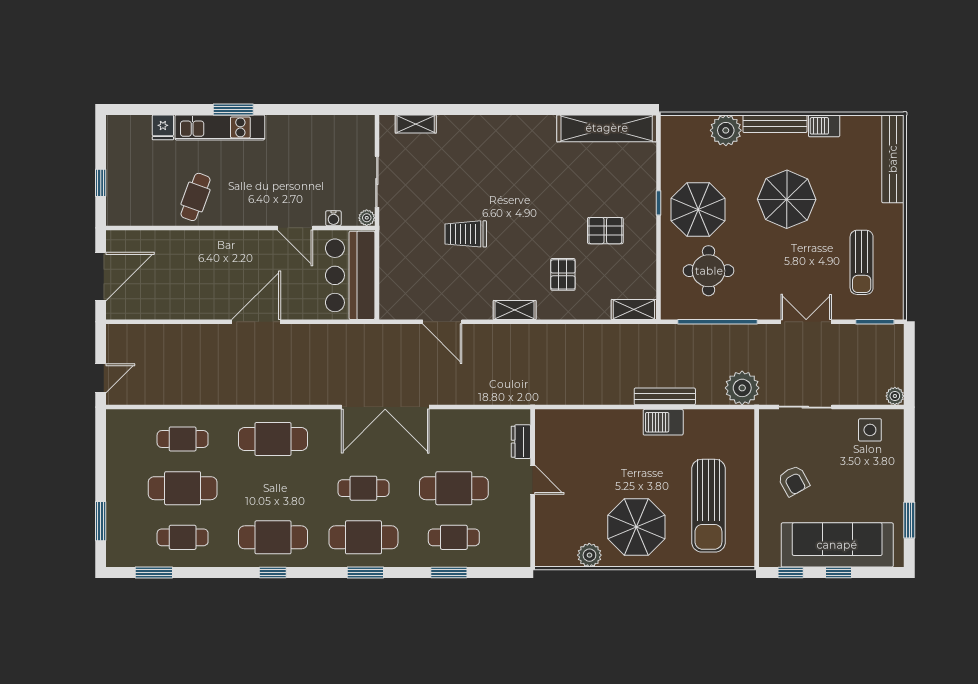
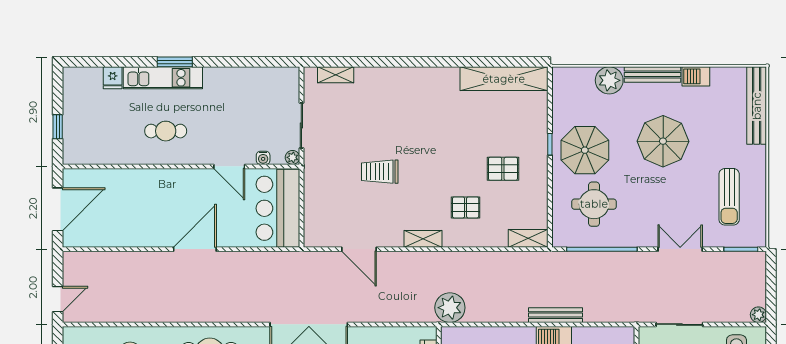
cafe table: (195, 197) -> (166, 131), moved, turned 70
pallet: (563, 274) -> (466, 207), turned 90
plant: (742, 388) -> (450, 308), moved

